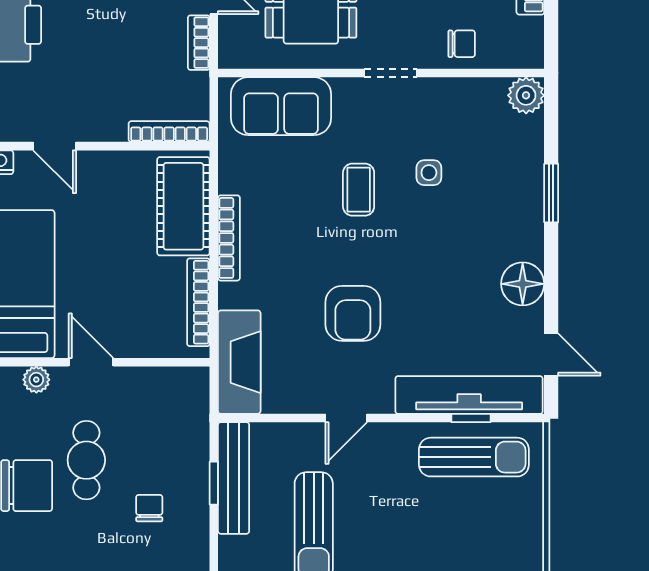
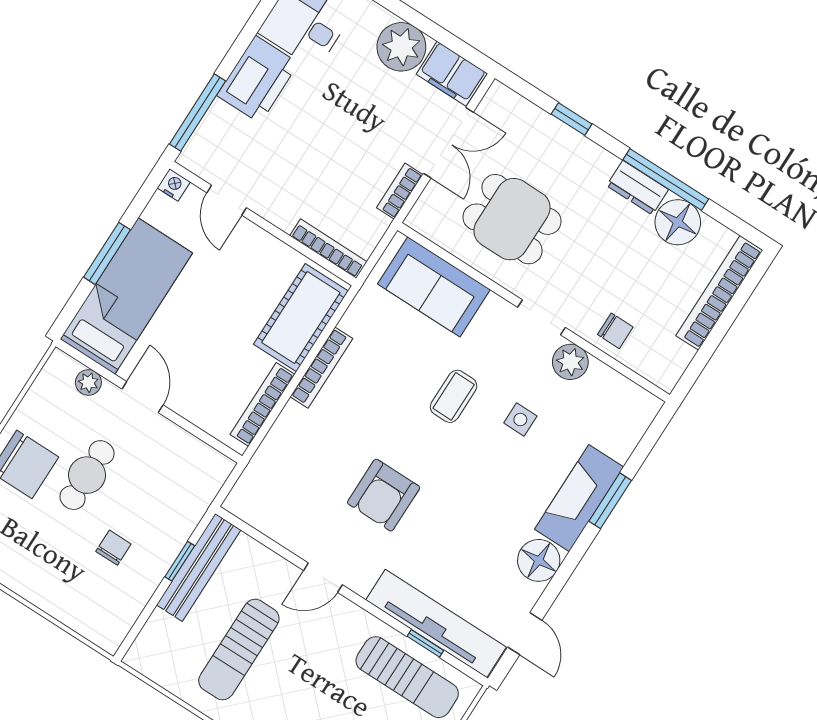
plant: (526, 95) -> (570, 362), moved
fireplace: (239, 362) -> (579, 498), moved, turned 180

